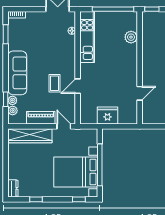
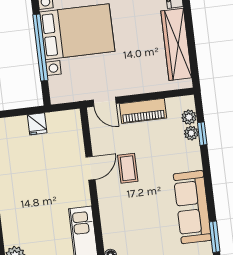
sofa: (17, 73) -> (192, 207), moved
fridge: (107, 116) -> (37, 124), width x0.53, depth x0.75
wardrobe: (30, 136) -> (176, 44), moved, turned -90

